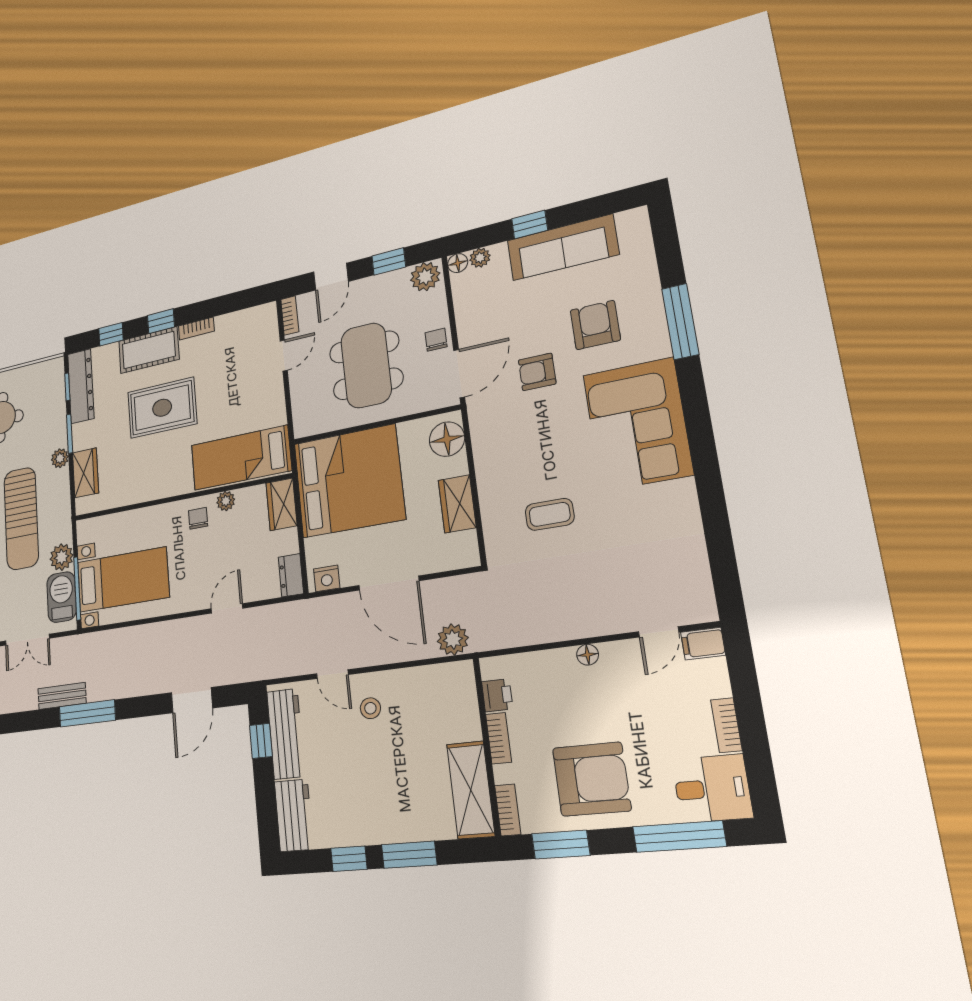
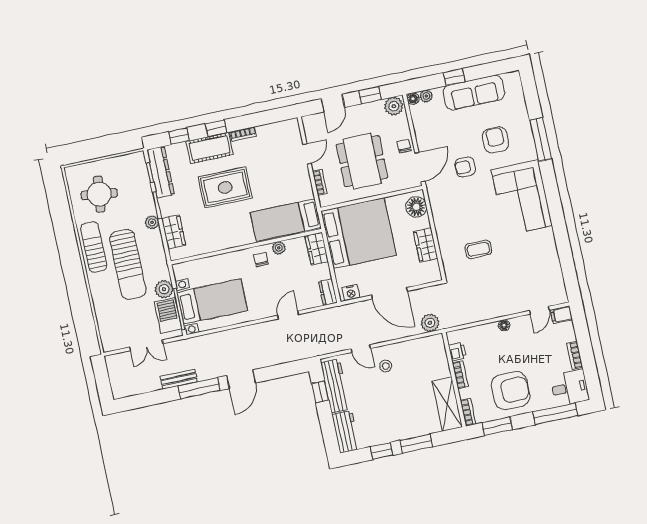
bookcase: (290, 316) -> (320, 182), moved
door: (192, 700) -> (241, 379), moved

